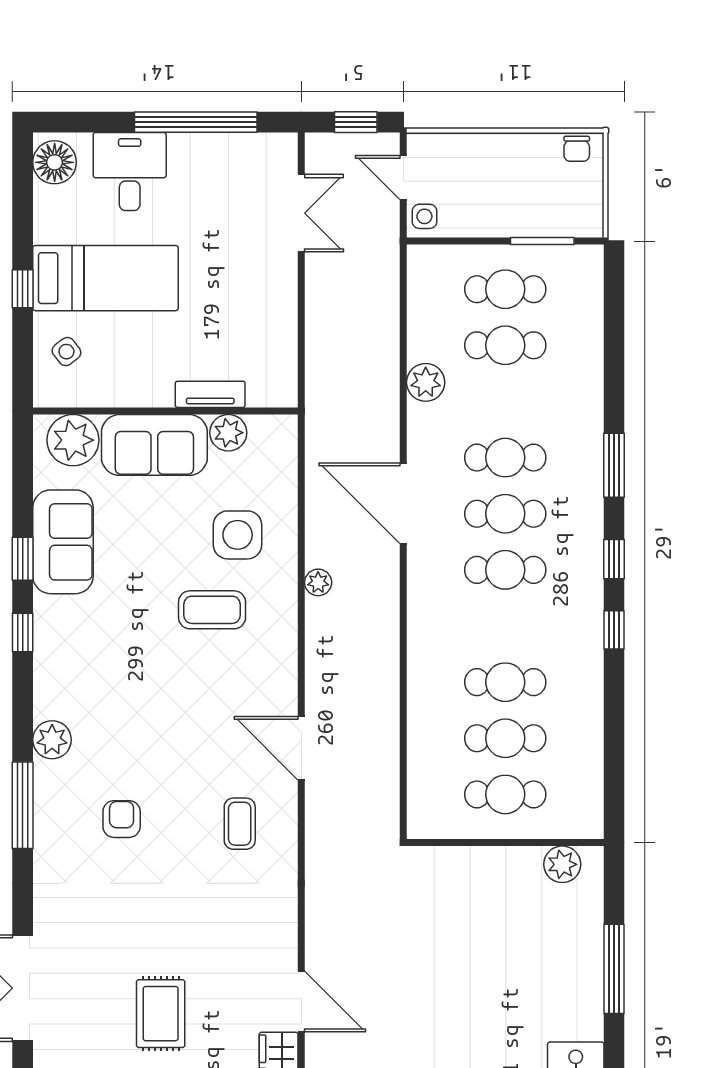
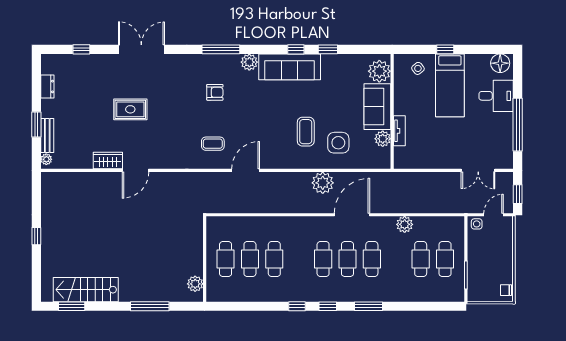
sofa: (63, 542) -> (290, 67), moved, width x1.36
plant: (318, 582) -> (323, 183), width x1.87, depth x1.87

